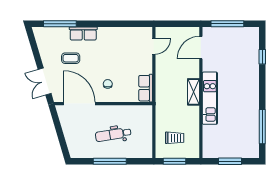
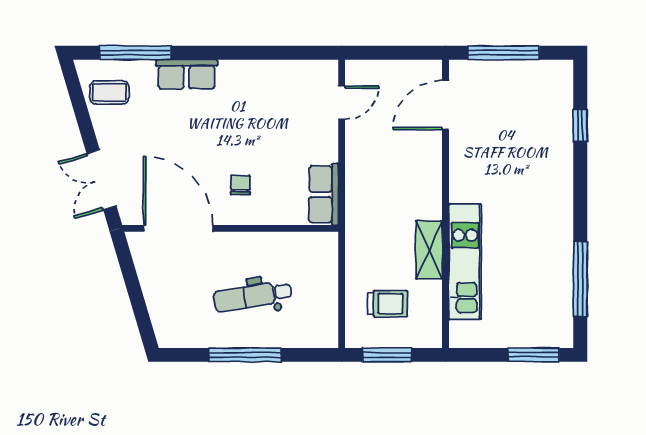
coffee table: (71, 58) -> (109, 93), moved
shelving: (194, 92) -> (429, 250), moved
kitchen unit: (210, 98) -> (465, 262), moved
window: (230, 161) -> (534, 355), moved

